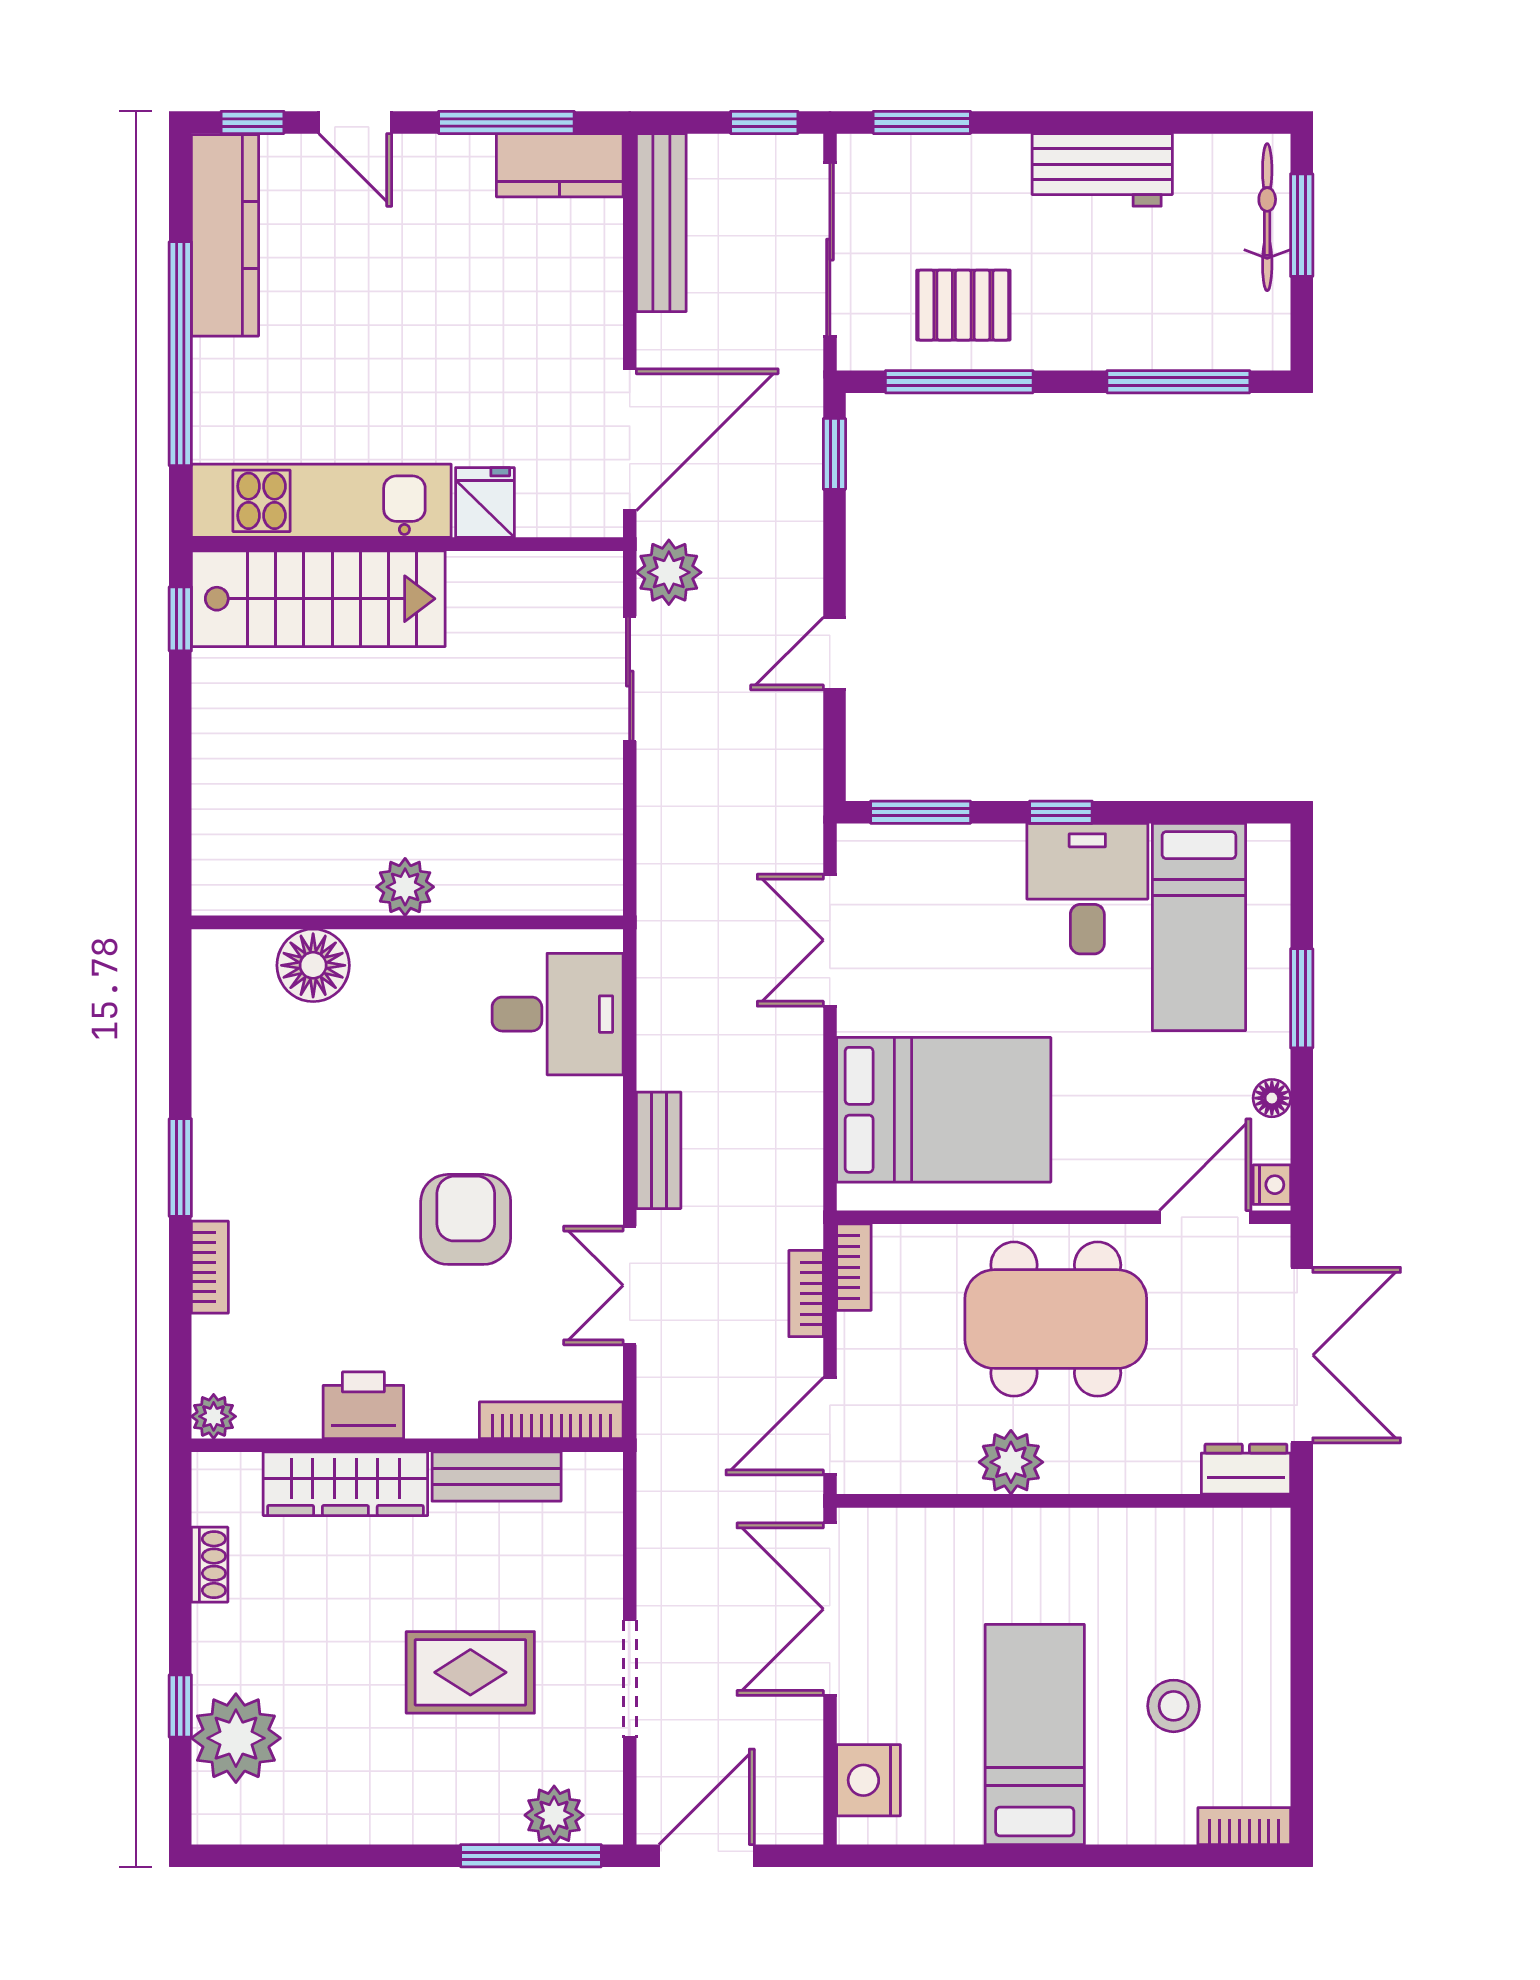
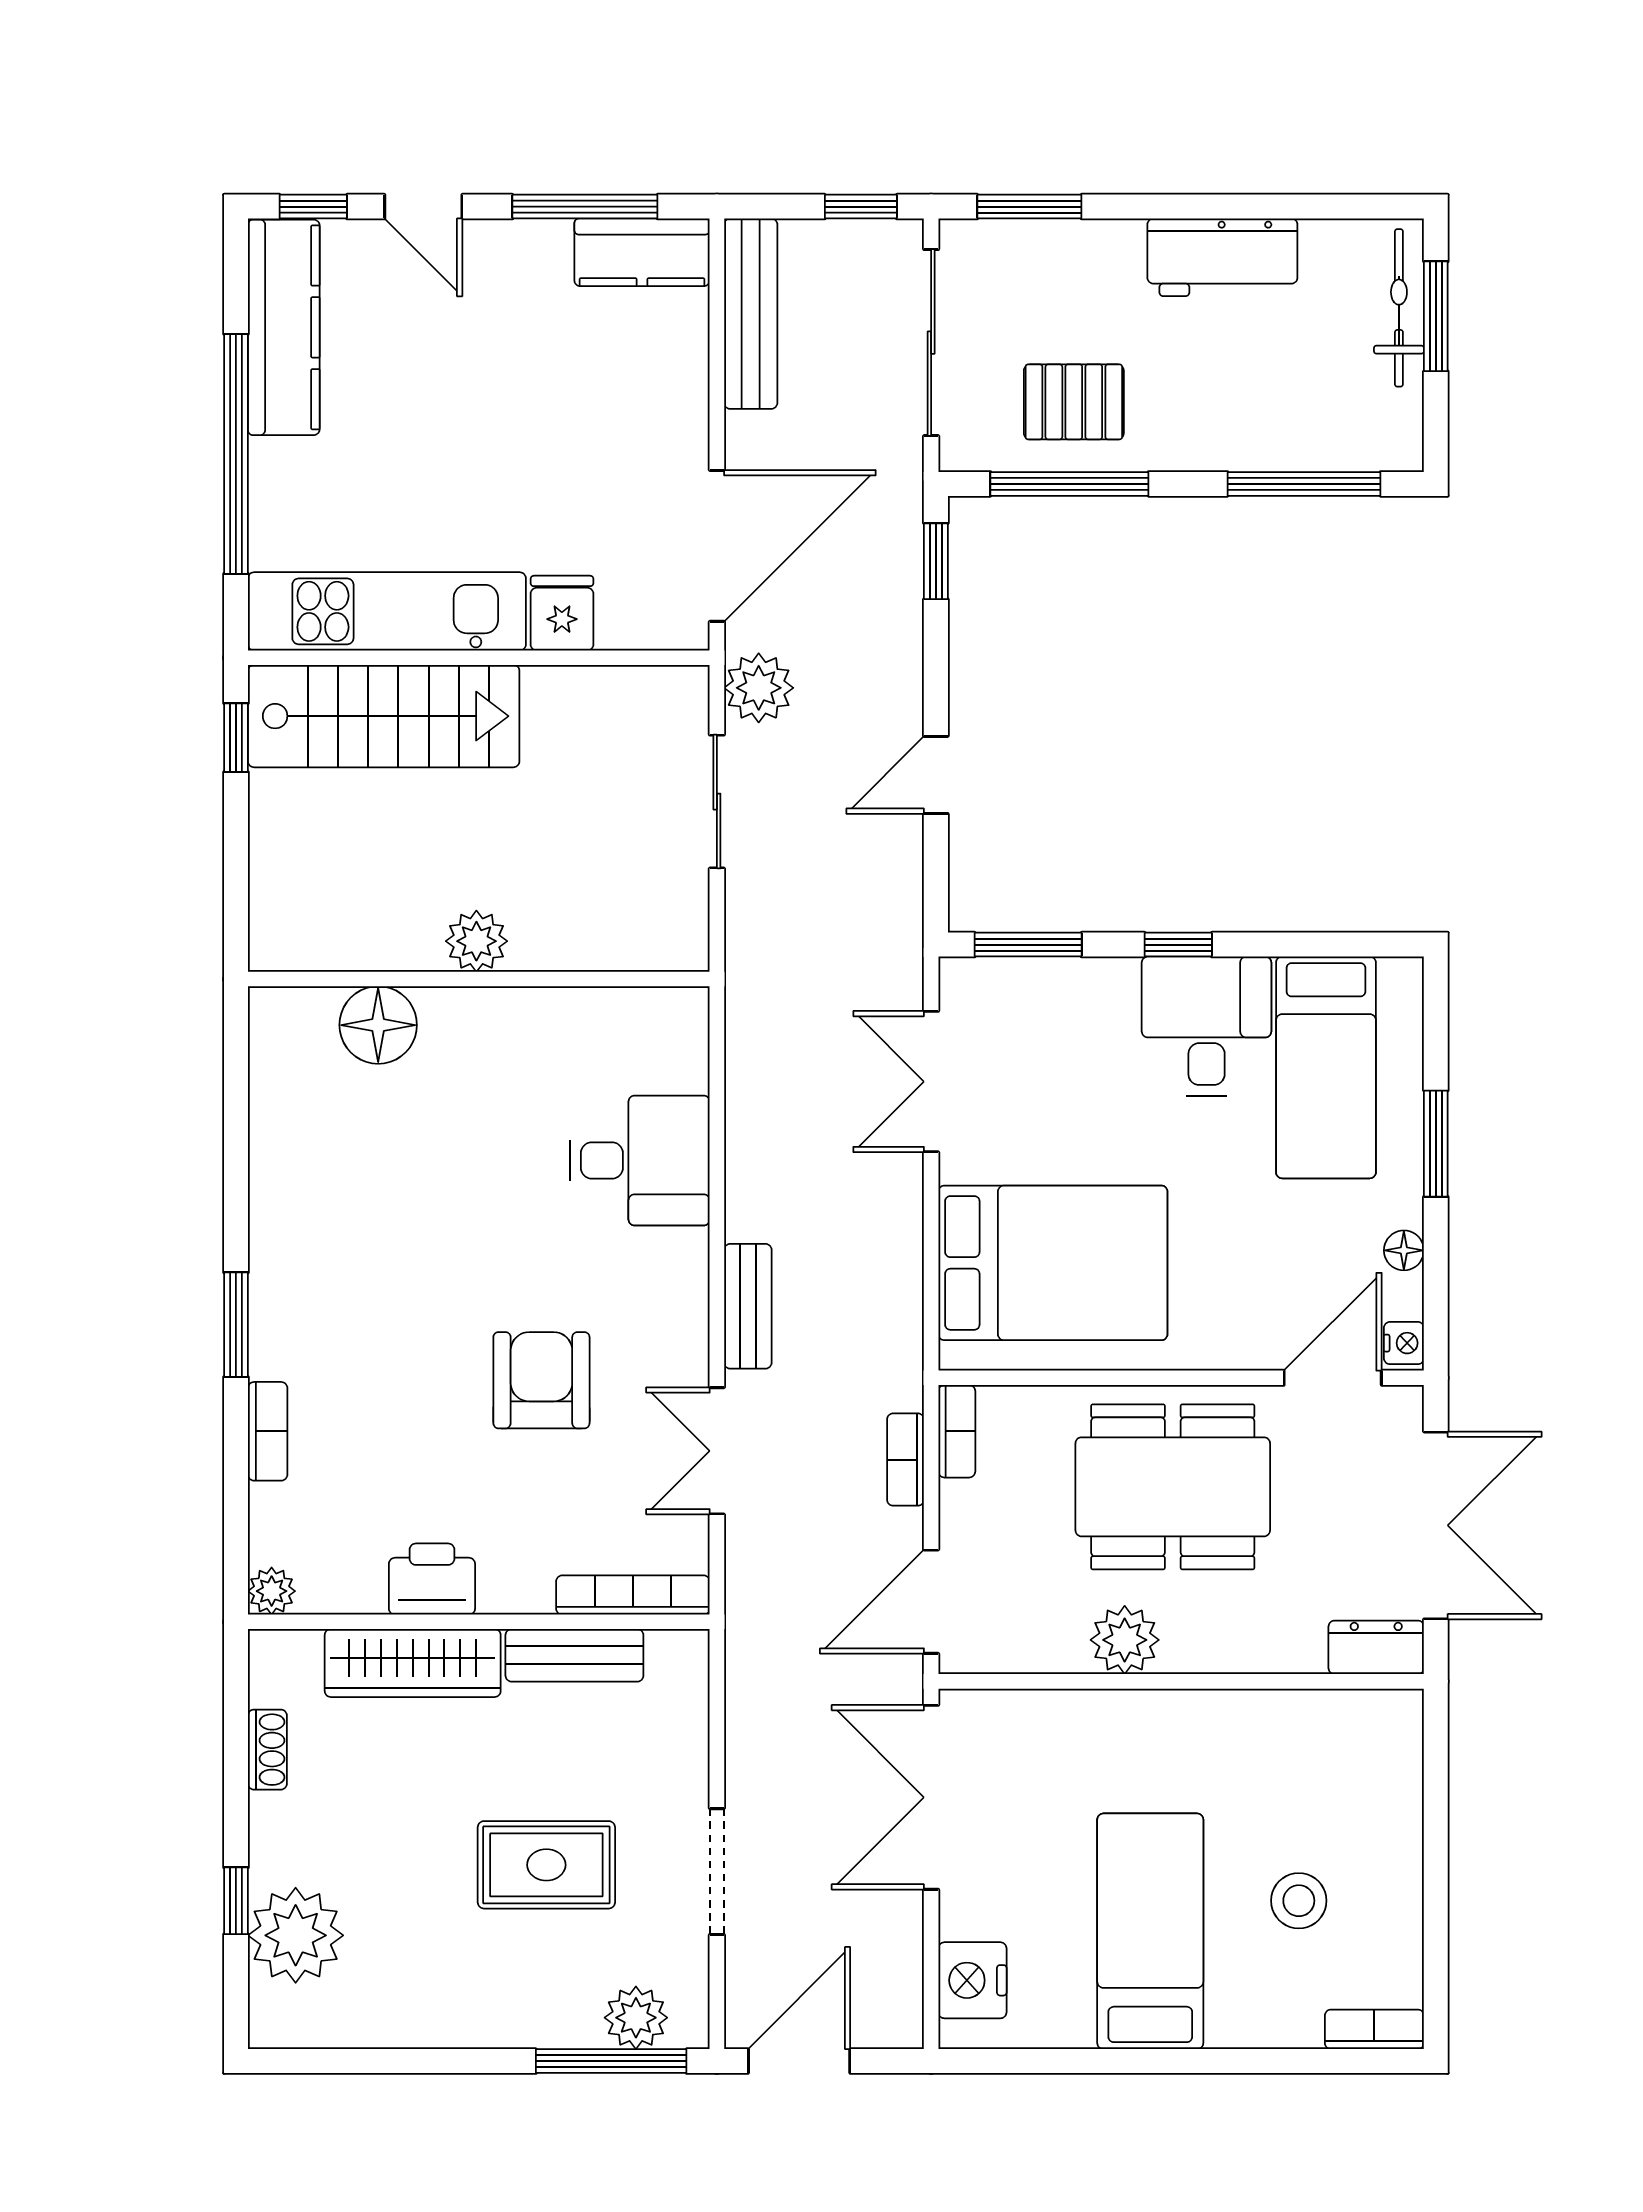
plant: (405, 887) -> (476, 941), moved
wall: (407, 922) -> (479, 979), moved
floor lamp: (313, 965) -> (378, 1025), moved

